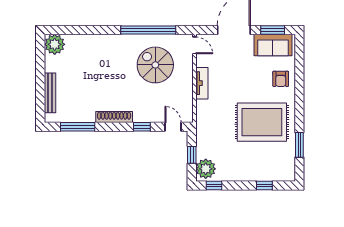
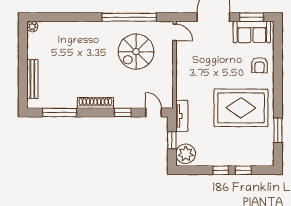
plant: (55, 44) -> (32, 27), width x0.53, depth x0.53
spiral stairs: (155, 65) -> (136, 52), turned -90
tv unit: (202, 83) -> (182, 116), moved
window: (214, 185) -> (221, 170), moved

